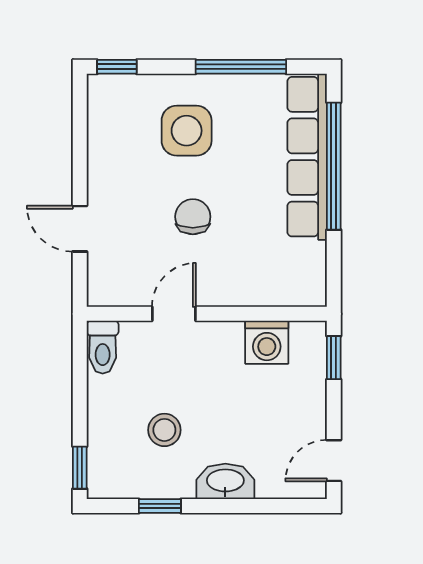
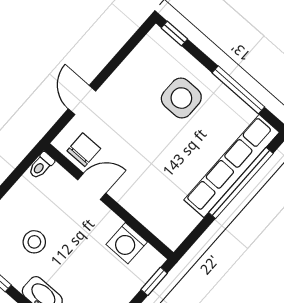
chair: (193, 217) -> (84, 150), moved
toilet: (103, 347) -> (41, 166), width x0.73, depth x0.72

